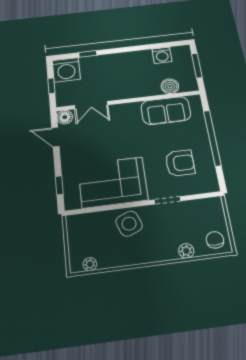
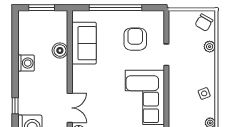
washing machine: (162, 55) -> (26, 63), moved
boiler: (170, 86) -> (60, 50), moved
side table: (129, 224) -> (204, 93), moved, width x0.54, depth x0.54
chair: (215, 240) -> (204, 23), turned -60

